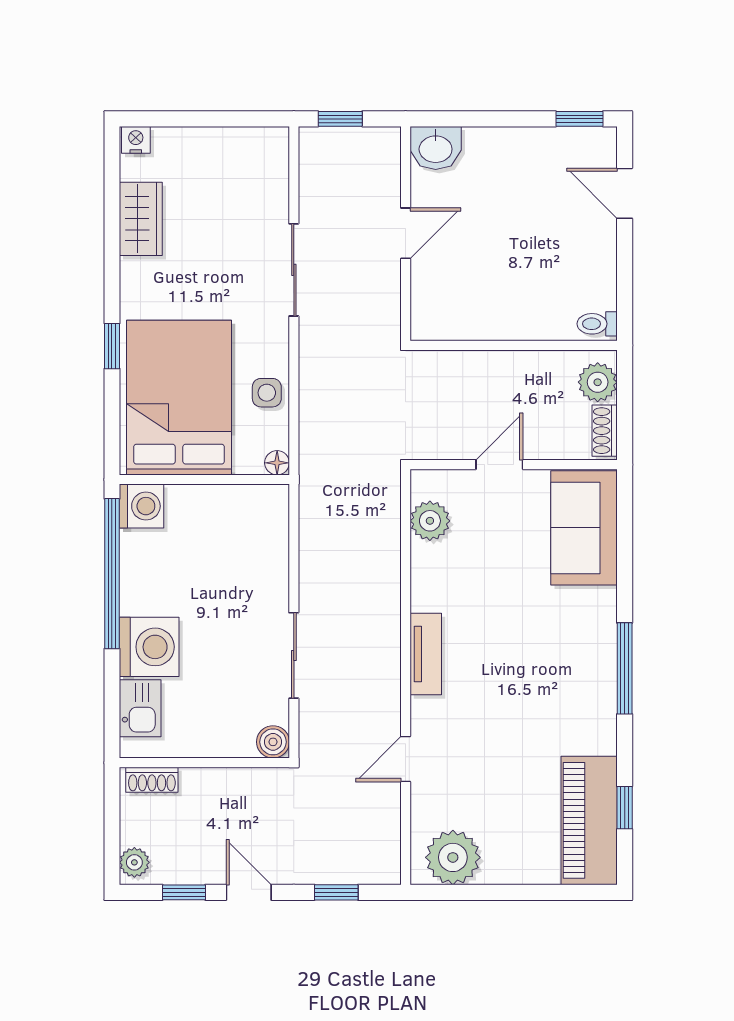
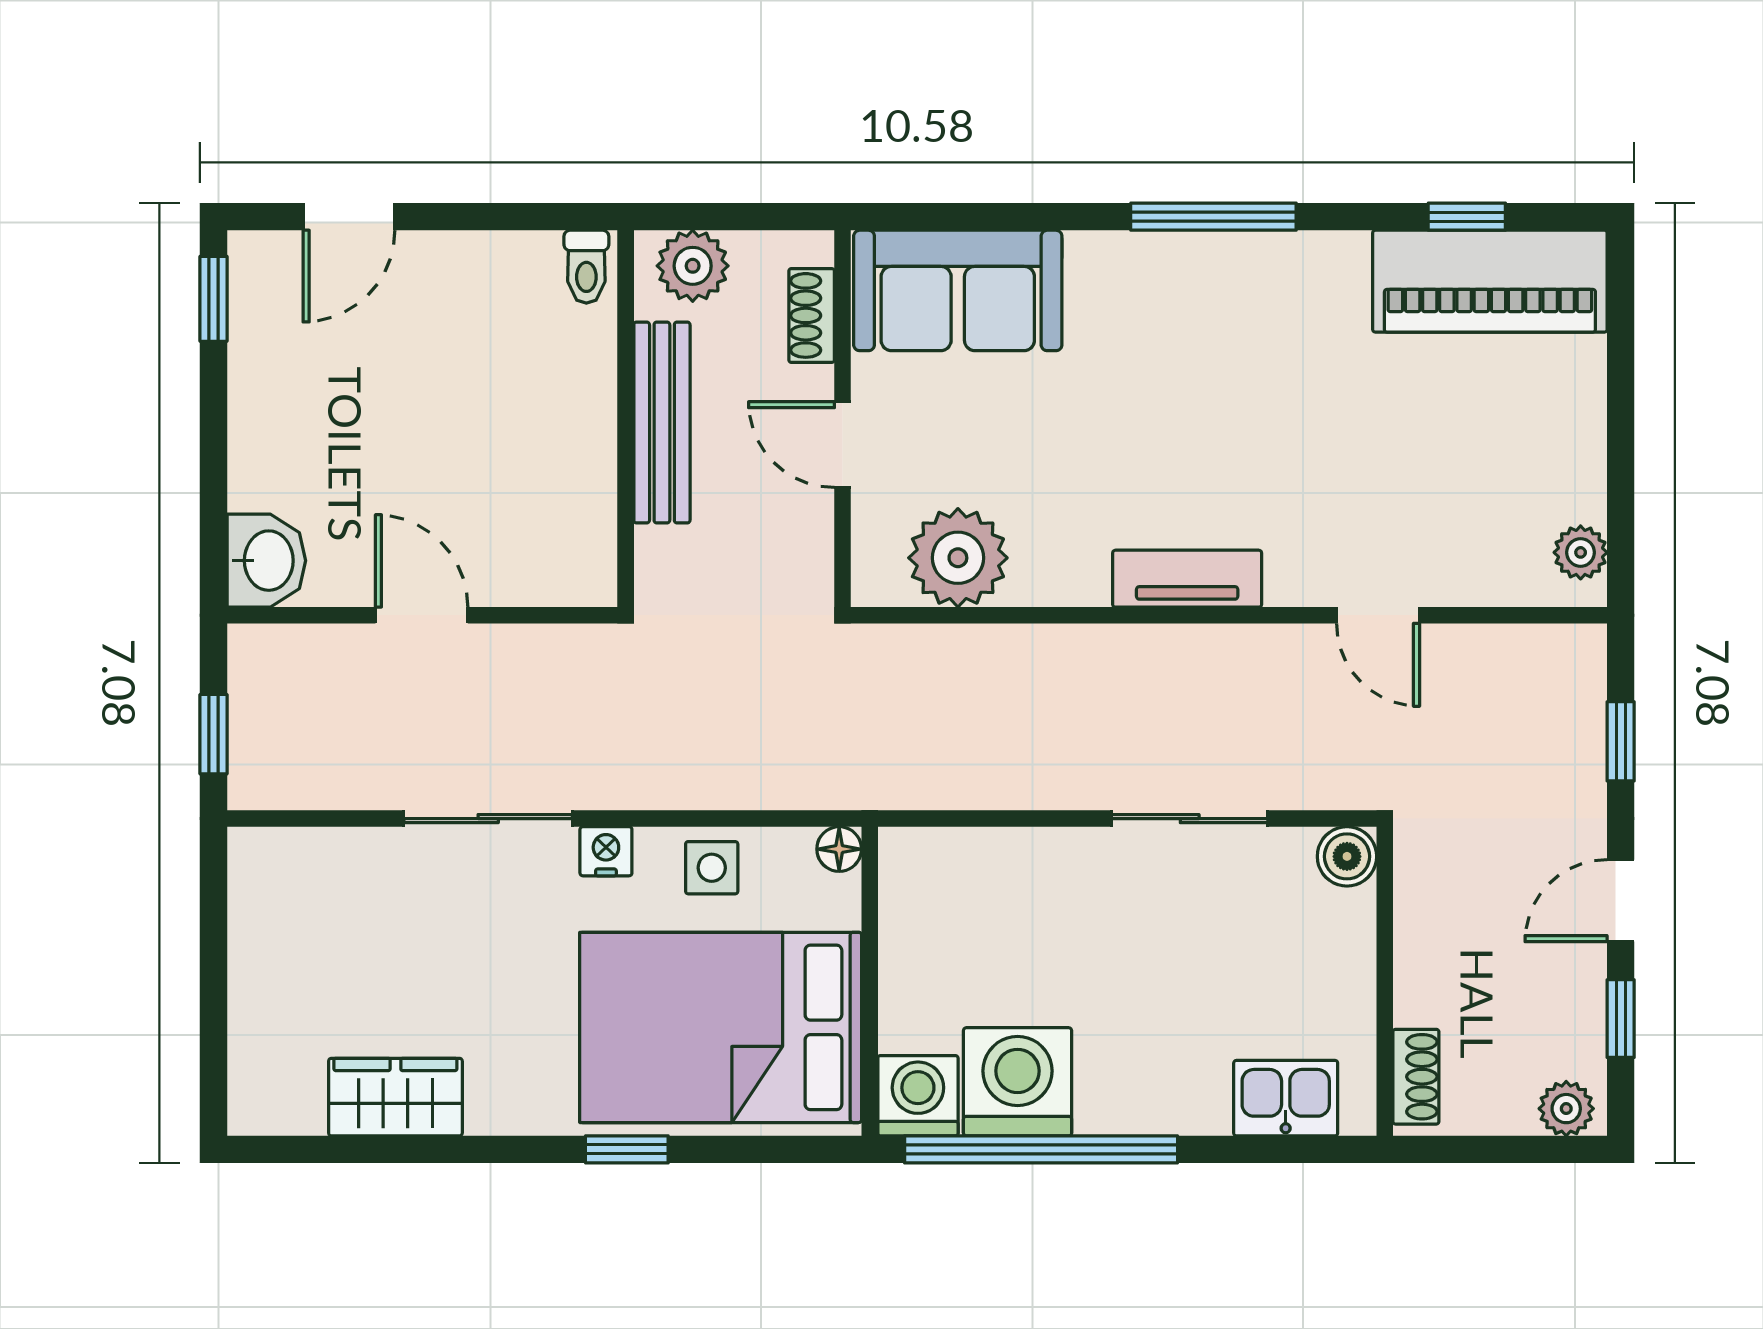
nightstand: (136, 140) -> (606, 851), moved, turned 90
bench: (512, 365) -> (662, 422), added
shoe rack: (605, 431) -> (812, 315), moved, turned 90
plant: (430, 521) -> (958, 558), width x1.36, depth x1.36
washing machine: (149, 647) -> (1018, 1082), moved
plant: (453, 857) -> (1581, 552), width x0.53, depth x0.53

